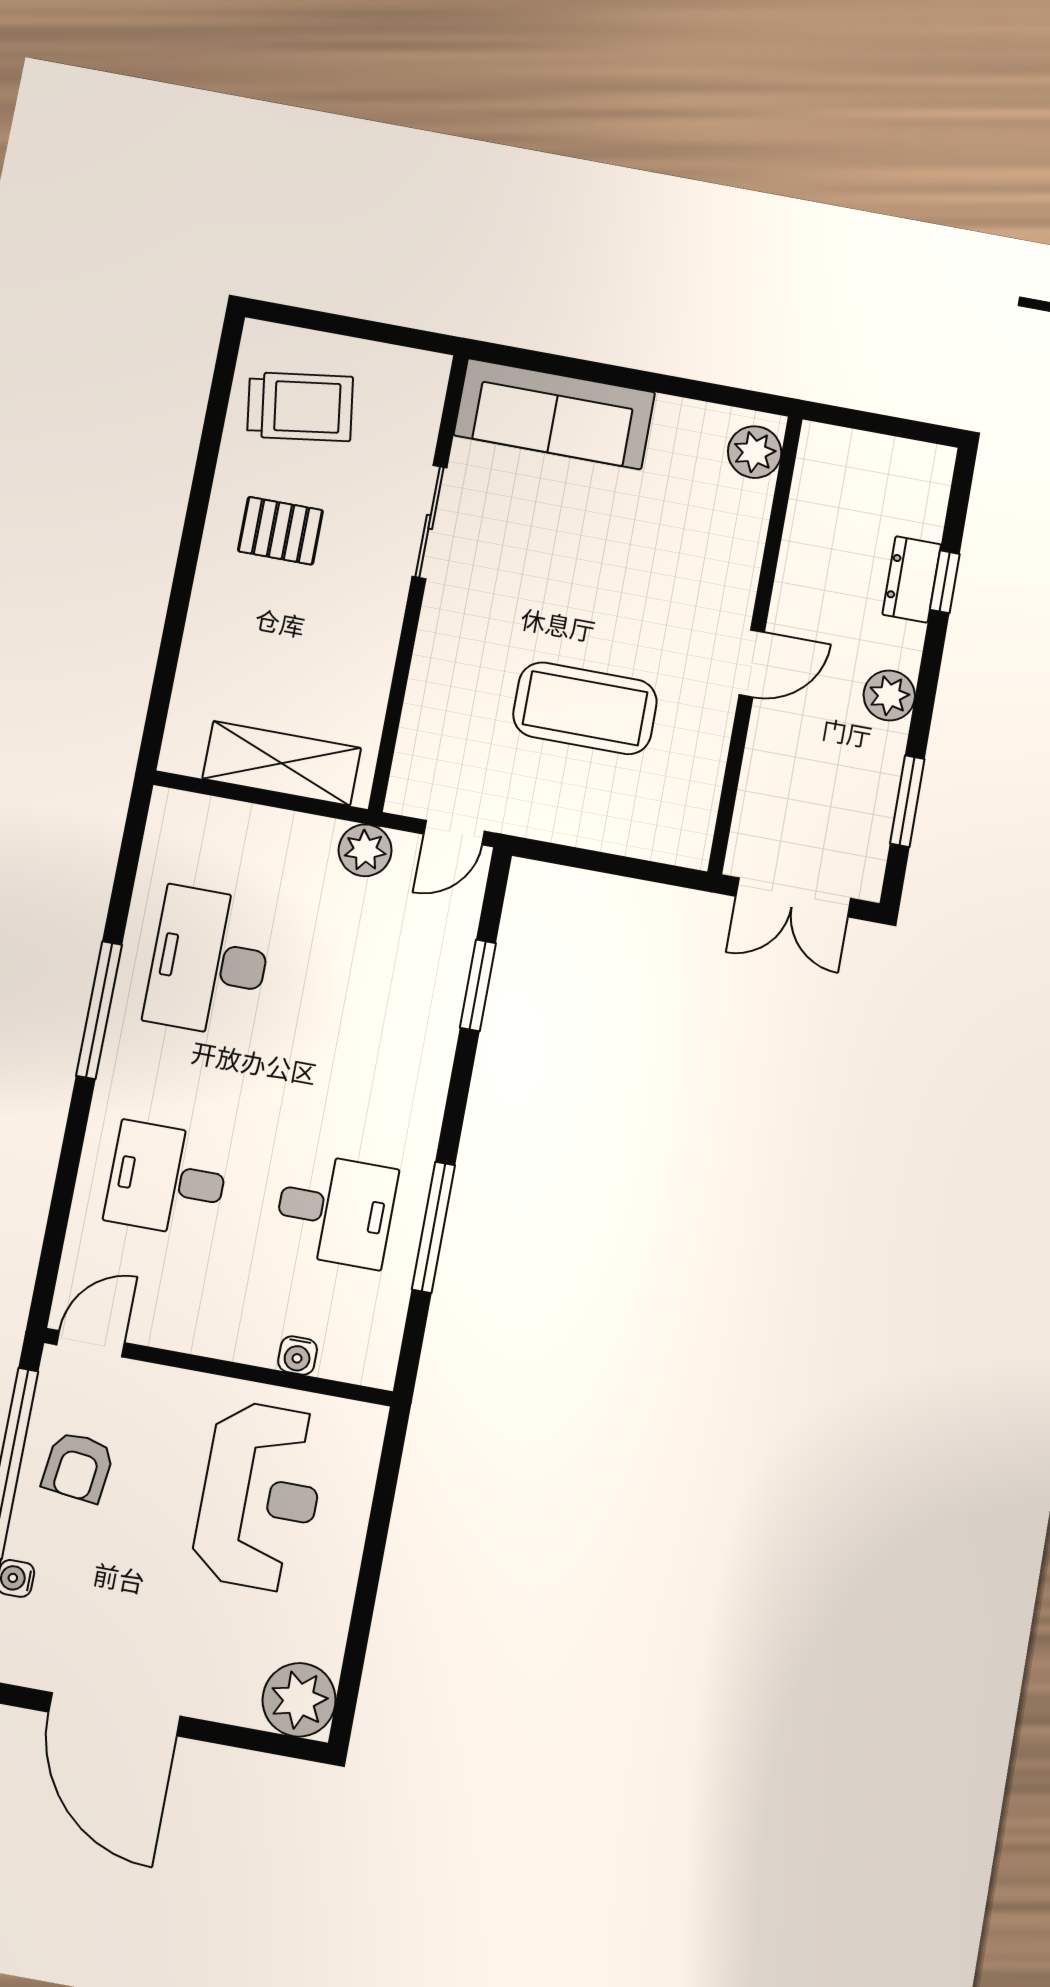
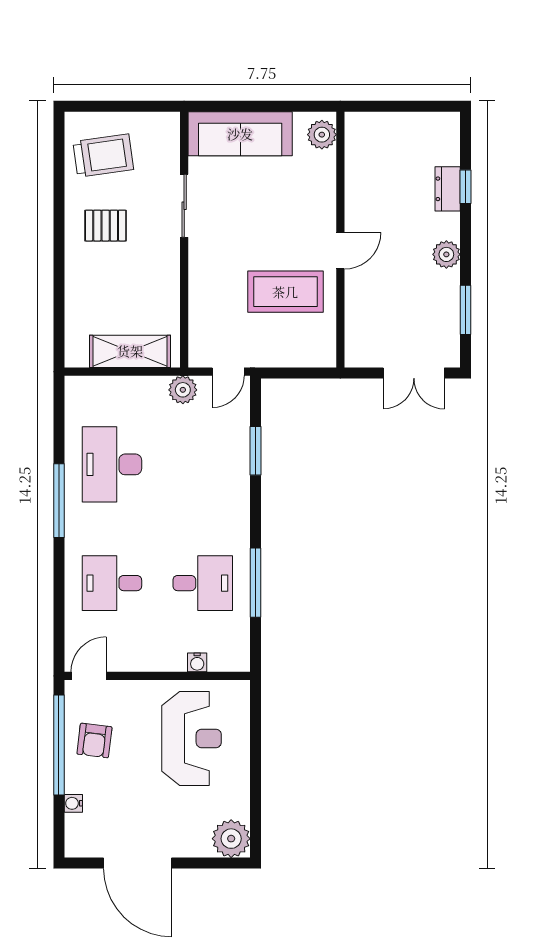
plant: (755, 452) -> (322, 135), moved
wall: (755, 644) -> (340, 240), moved
door: (752, 663) -> (340, 251), moved

